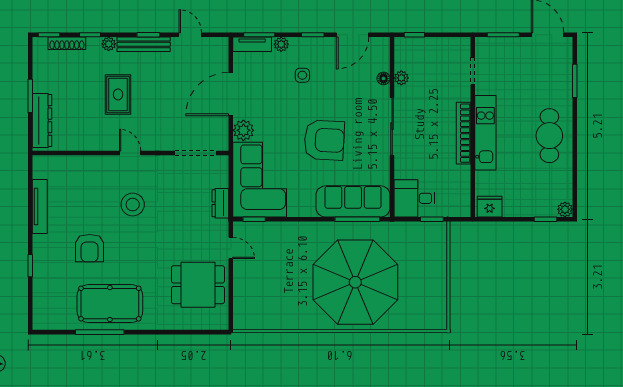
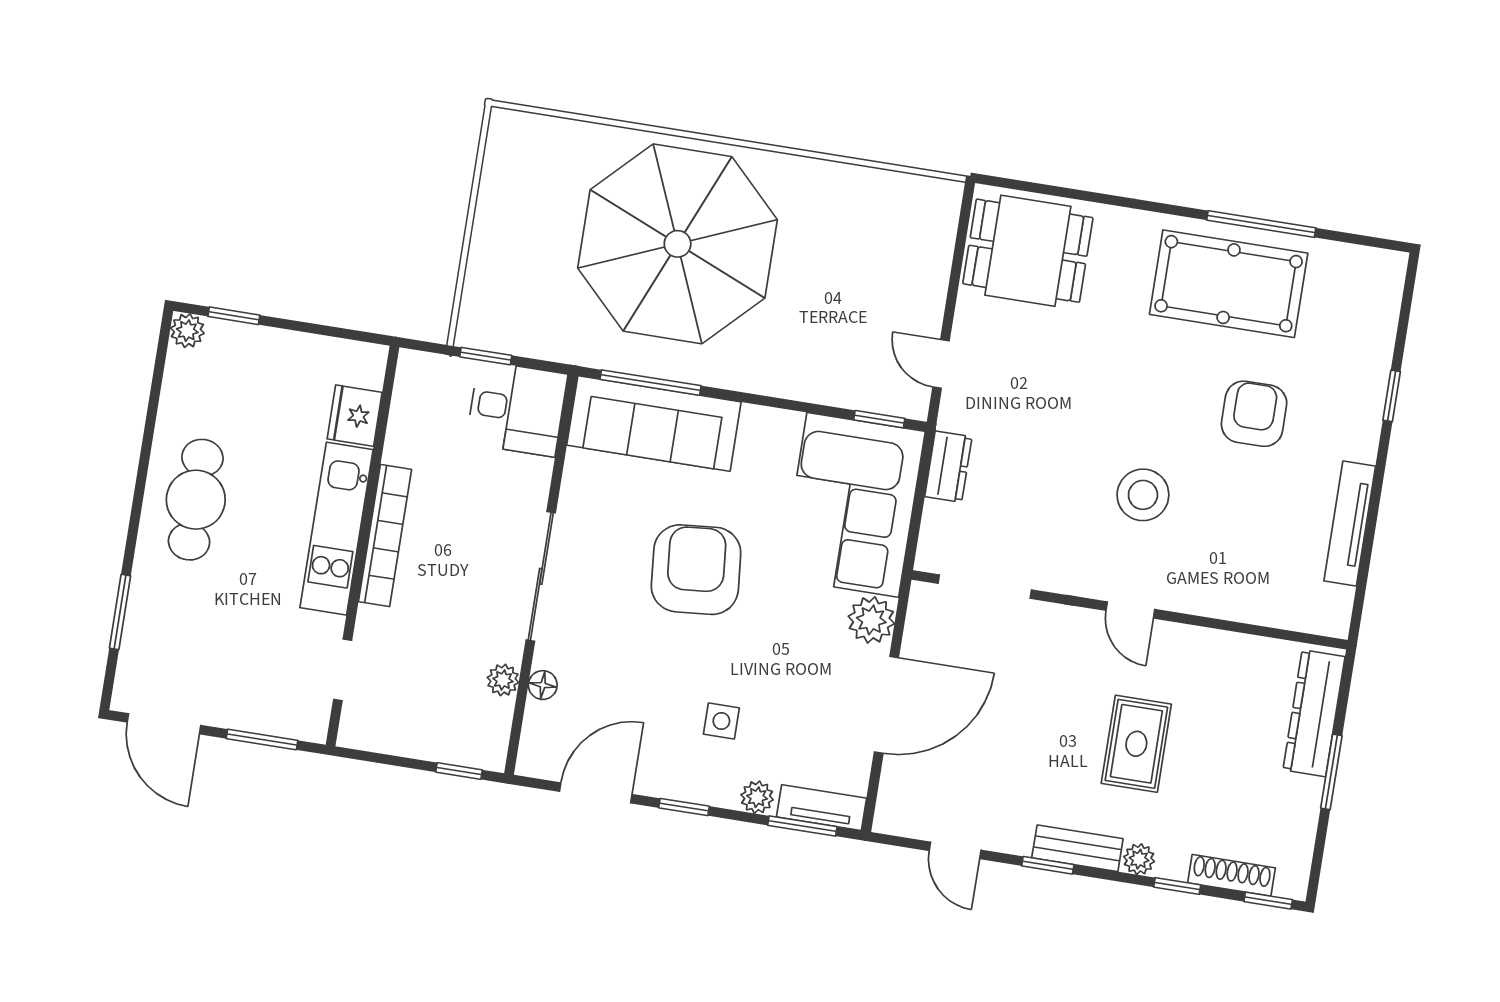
bench: (144, 44) -> (1077, 848), width x0.73
armchair: (324, 140) -> (696, 570), turned 82
fridge: (490, 207) -> (355, 416), moved, turned 90
dining table: (198, 285) -> (1028, 251), moved

